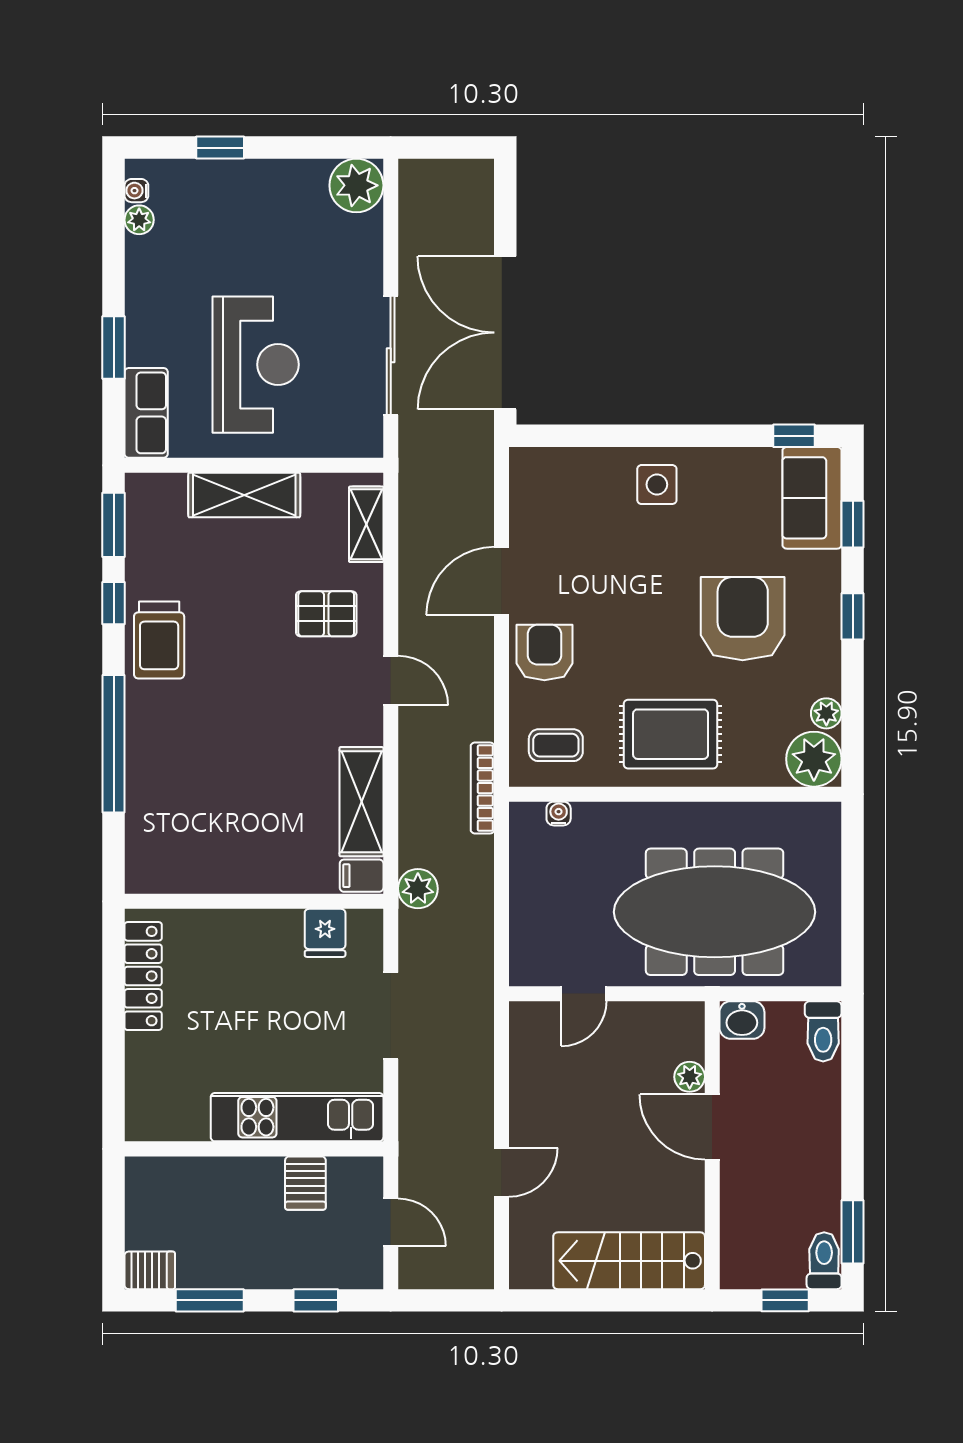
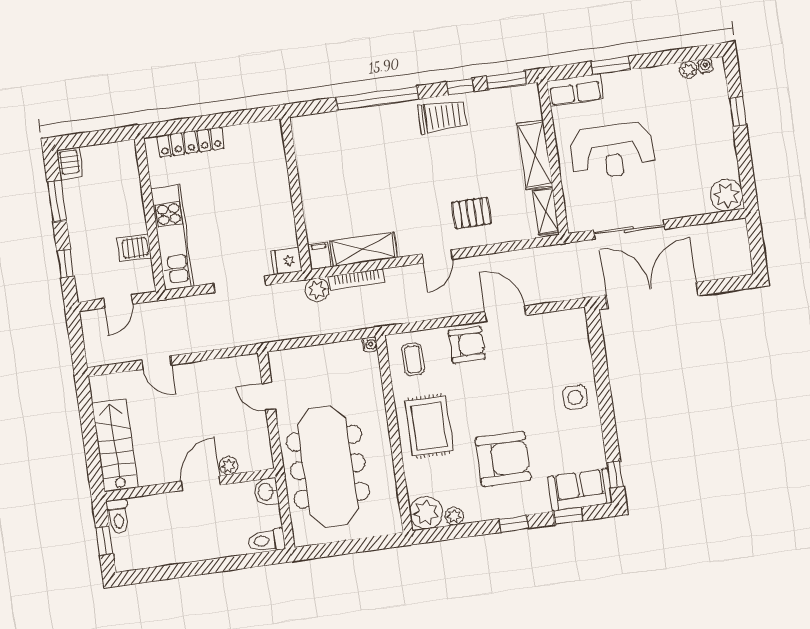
shelving: (366, 524) -> (546, 211), moved, turned 90
pallet: (326, 614) -> (471, 213), turned 90
trolley: (159, 640) -> (442, 117), turned 180
bookcase: (482, 788) -> (357, 279), moved, turned 180
water cooler: (559, 814) -> (370, 344), moved
fridge: (325, 933) -> (286, 261), moved
locker: (143, 976) -> (191, 142), moved
window: (853, 1232) -> (151, 575), removed
toilet: (824, 1261) -> (118, 516), moved, turned 90

